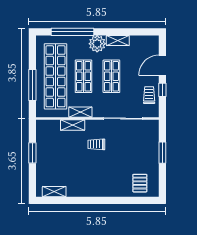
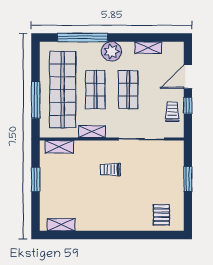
shelving: (118, 40) -> (148, 48), moved
shelving: (73, 125) -> (59, 147), moved

